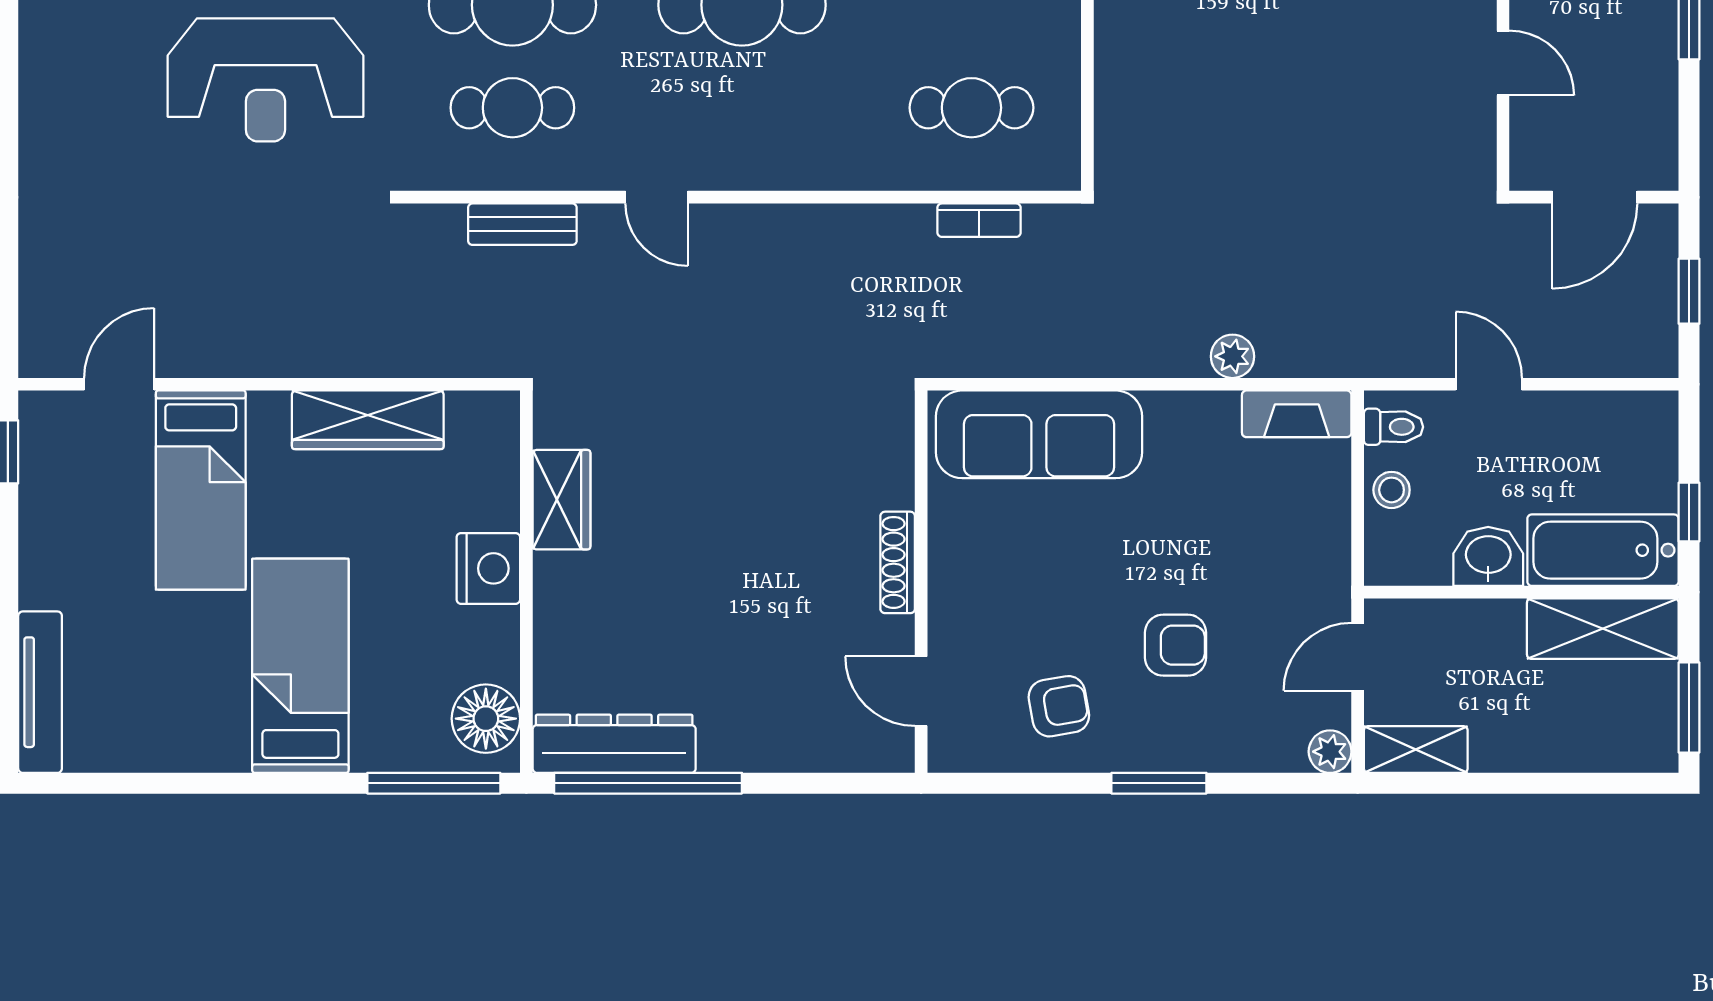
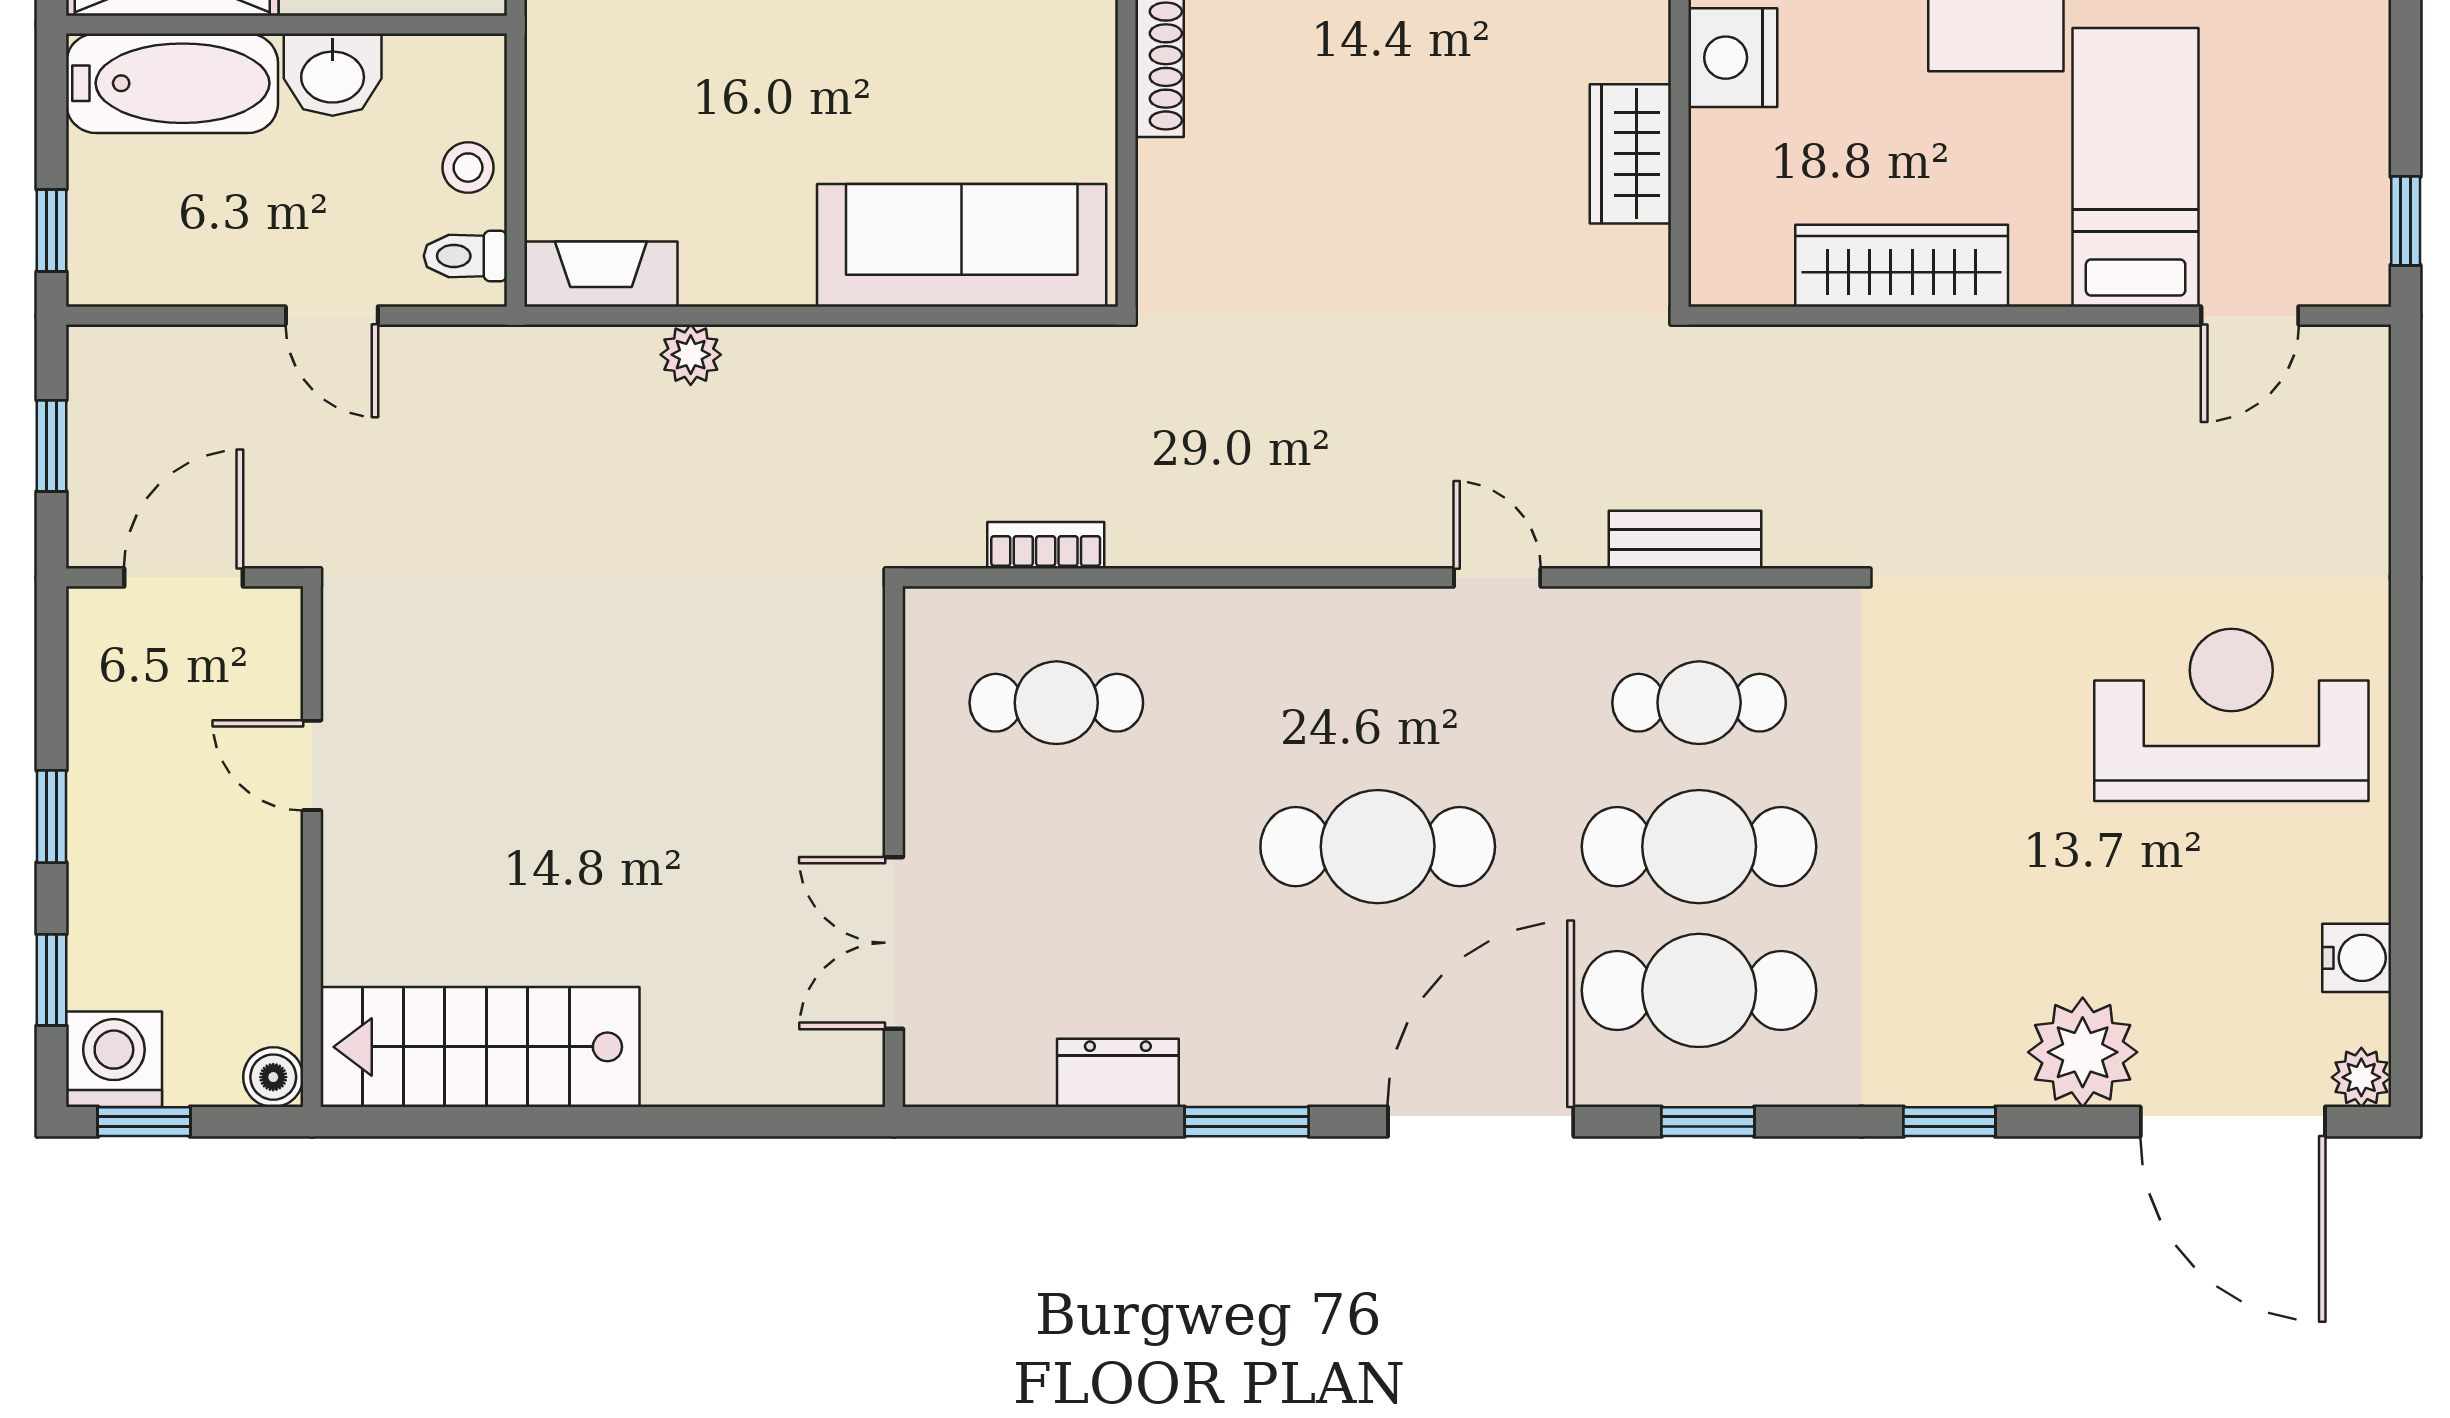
reception desk: (265, 80) -> (2231, 715), moved
window: (1689, 512) -> (51, 231), moved

